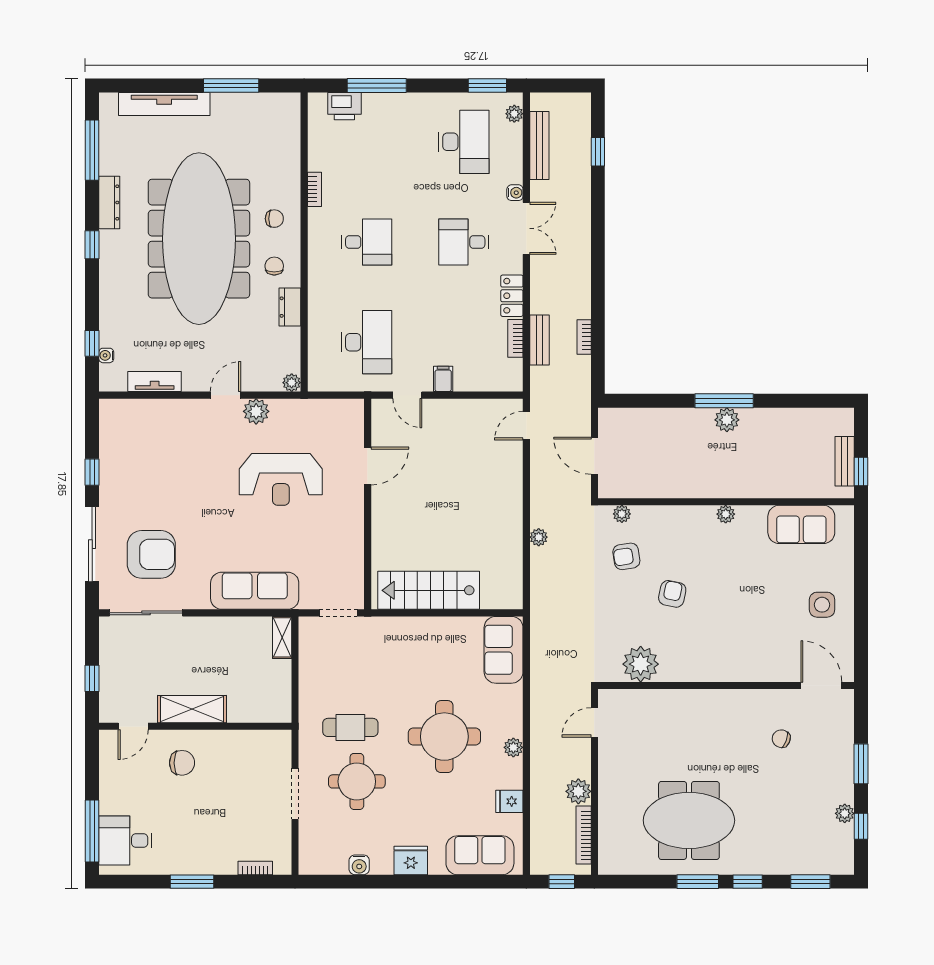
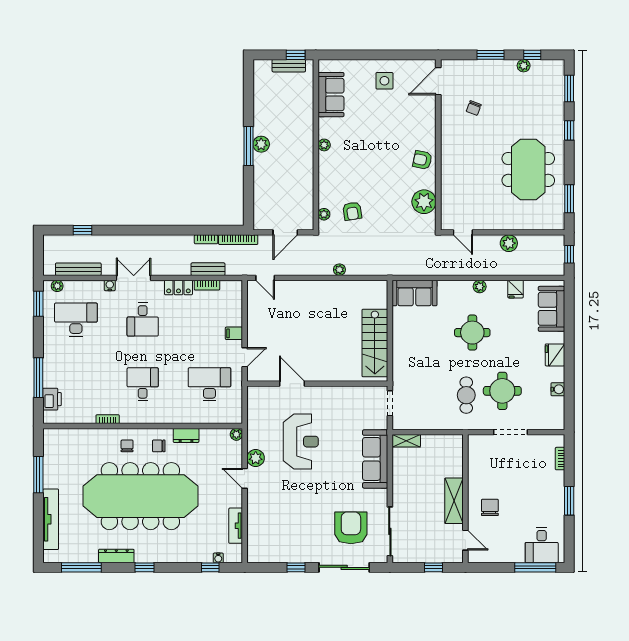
armchair: (672, 594) -> (422, 160), moved
round table: (444, 737) -> (472, 333), width x0.73, depth x0.73
bookcase: (584, 835) -> (238, 240), moved
window: (698, 882) -> (569, 199), moved

